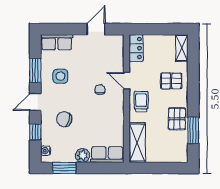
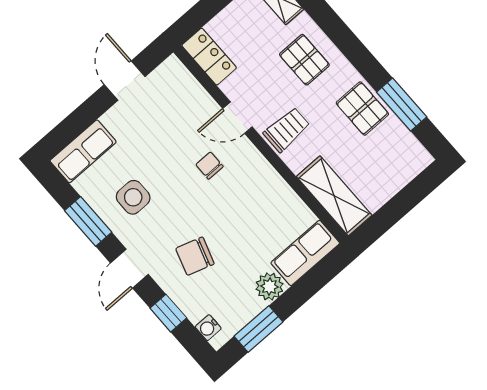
pallet: (171, 81) -> (304, 60), turned 90
trolley: (141, 102) -> (287, 130), turned 90

